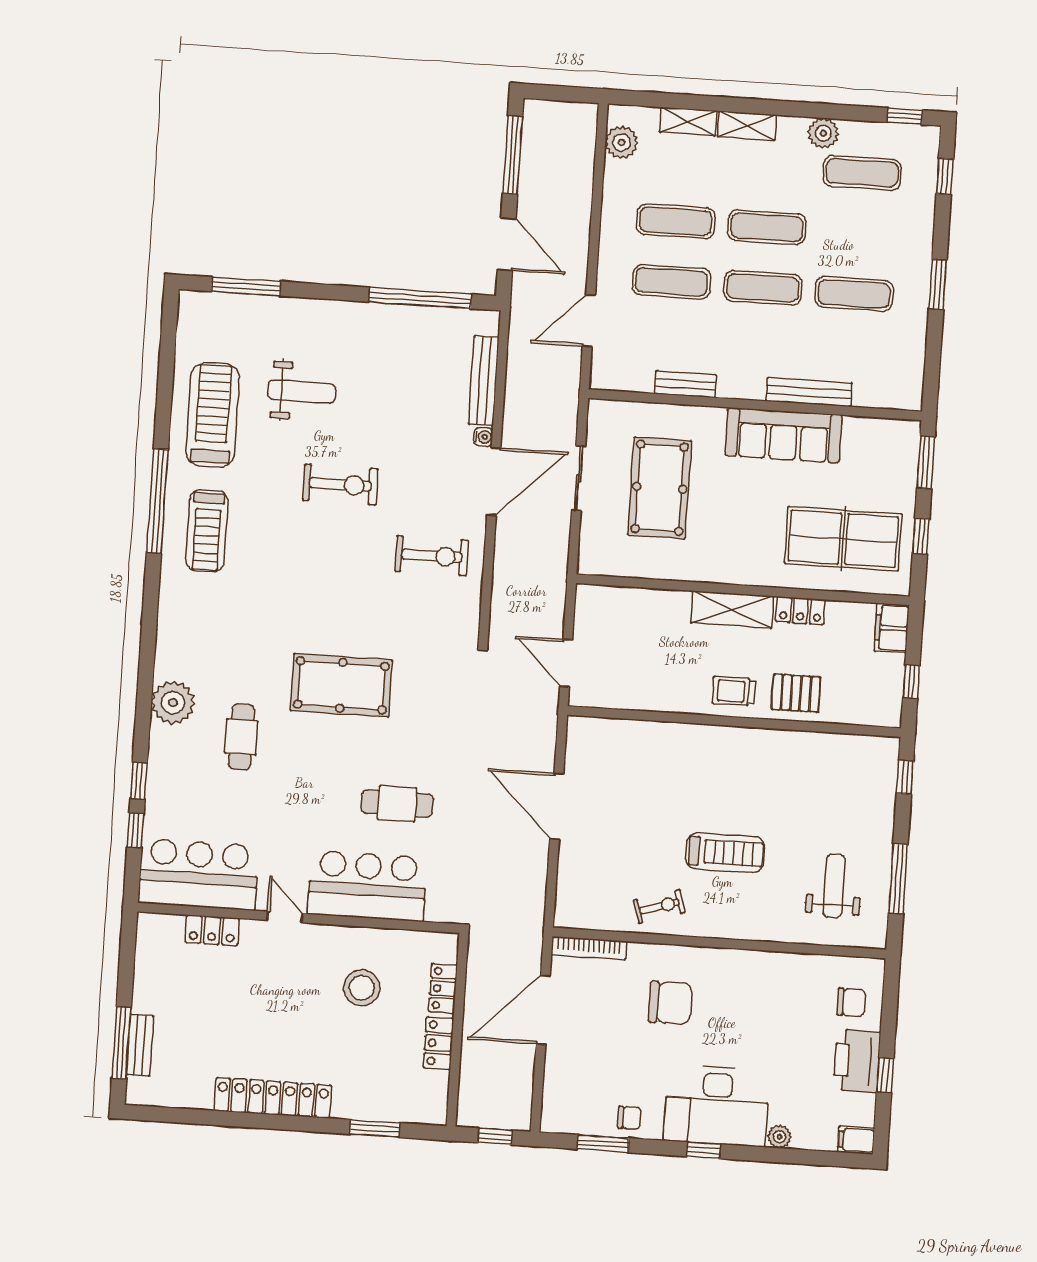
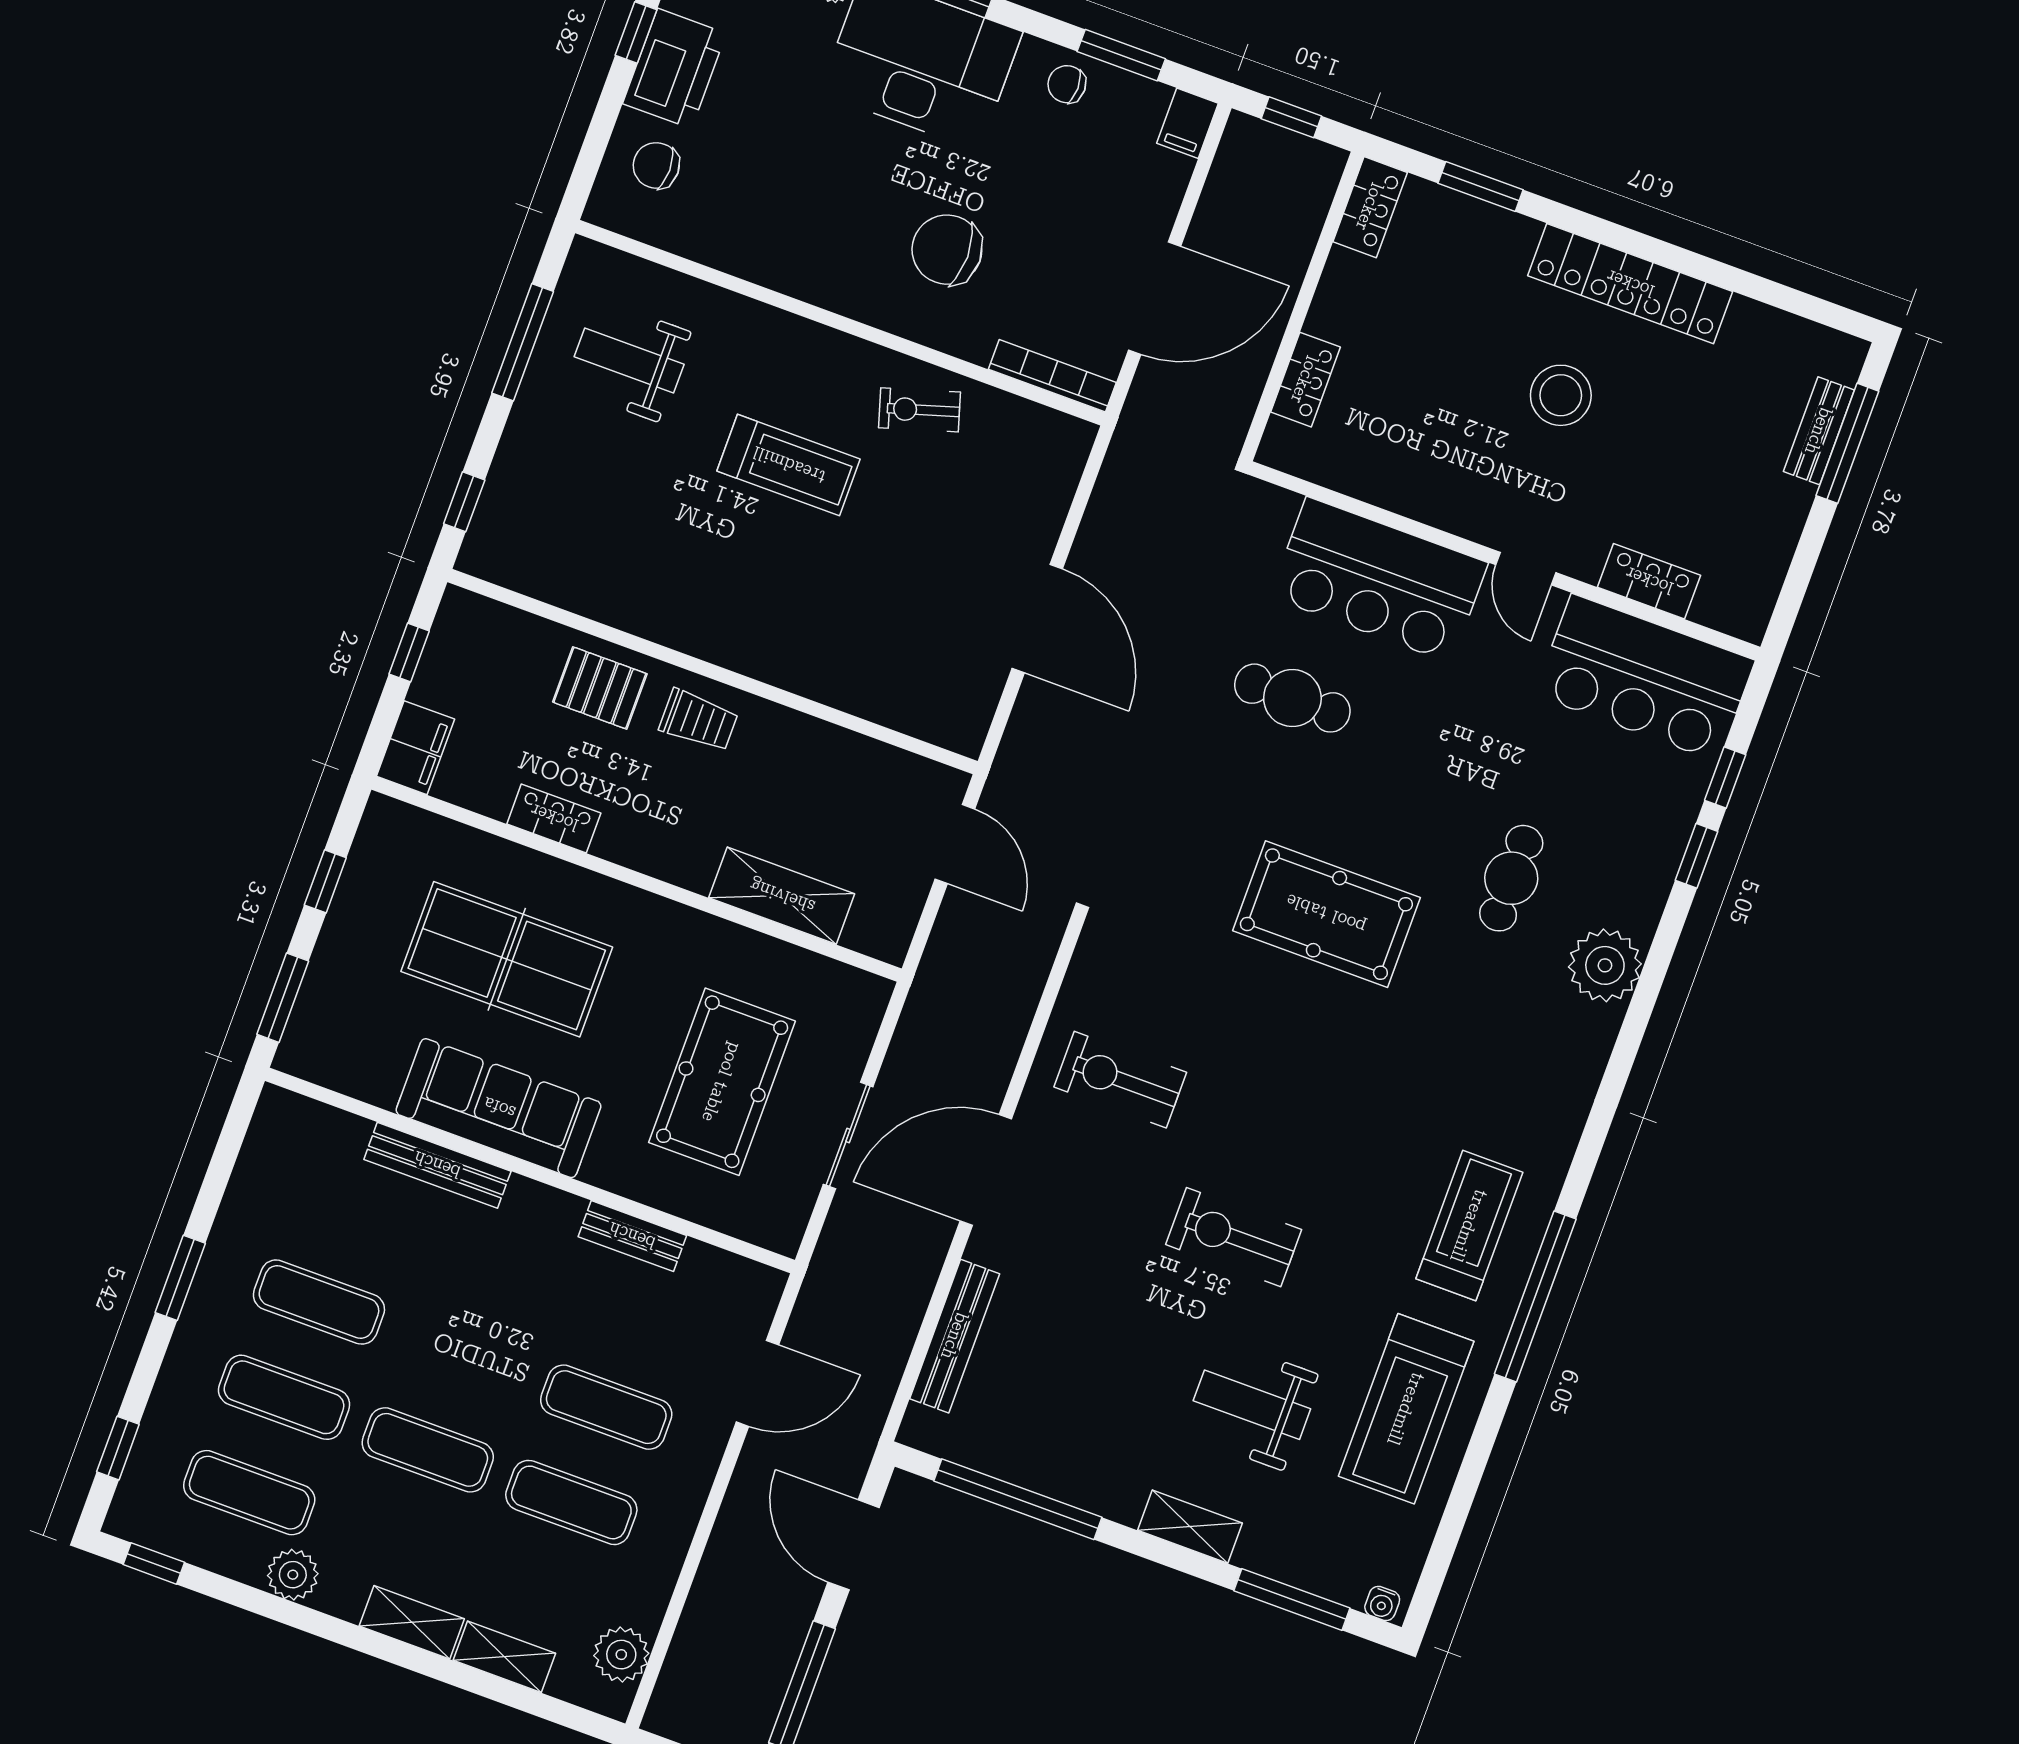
exercise mat: (763, 288) -> (284, 1397), moved
shelving: (317, 311) -> (1190, 1527), added
water cooler: (483, 437) -> (1382, 1604), moved, turned -90
table tennis table: (843, 539) -> (507, 959), moved
shelving: (732, 610) -> (782, 896), moved
treadmill: (725, 853) -> (789, 465), turned 180
weight bench: (834, 886) -> (629, 360), turned 90
stool: (362, 988) -> (1561, 395), moved
locker: (438, 1043) -> (1370, 207), moved
filing cabinet: (554, 1116) -> (1188, 123), added

